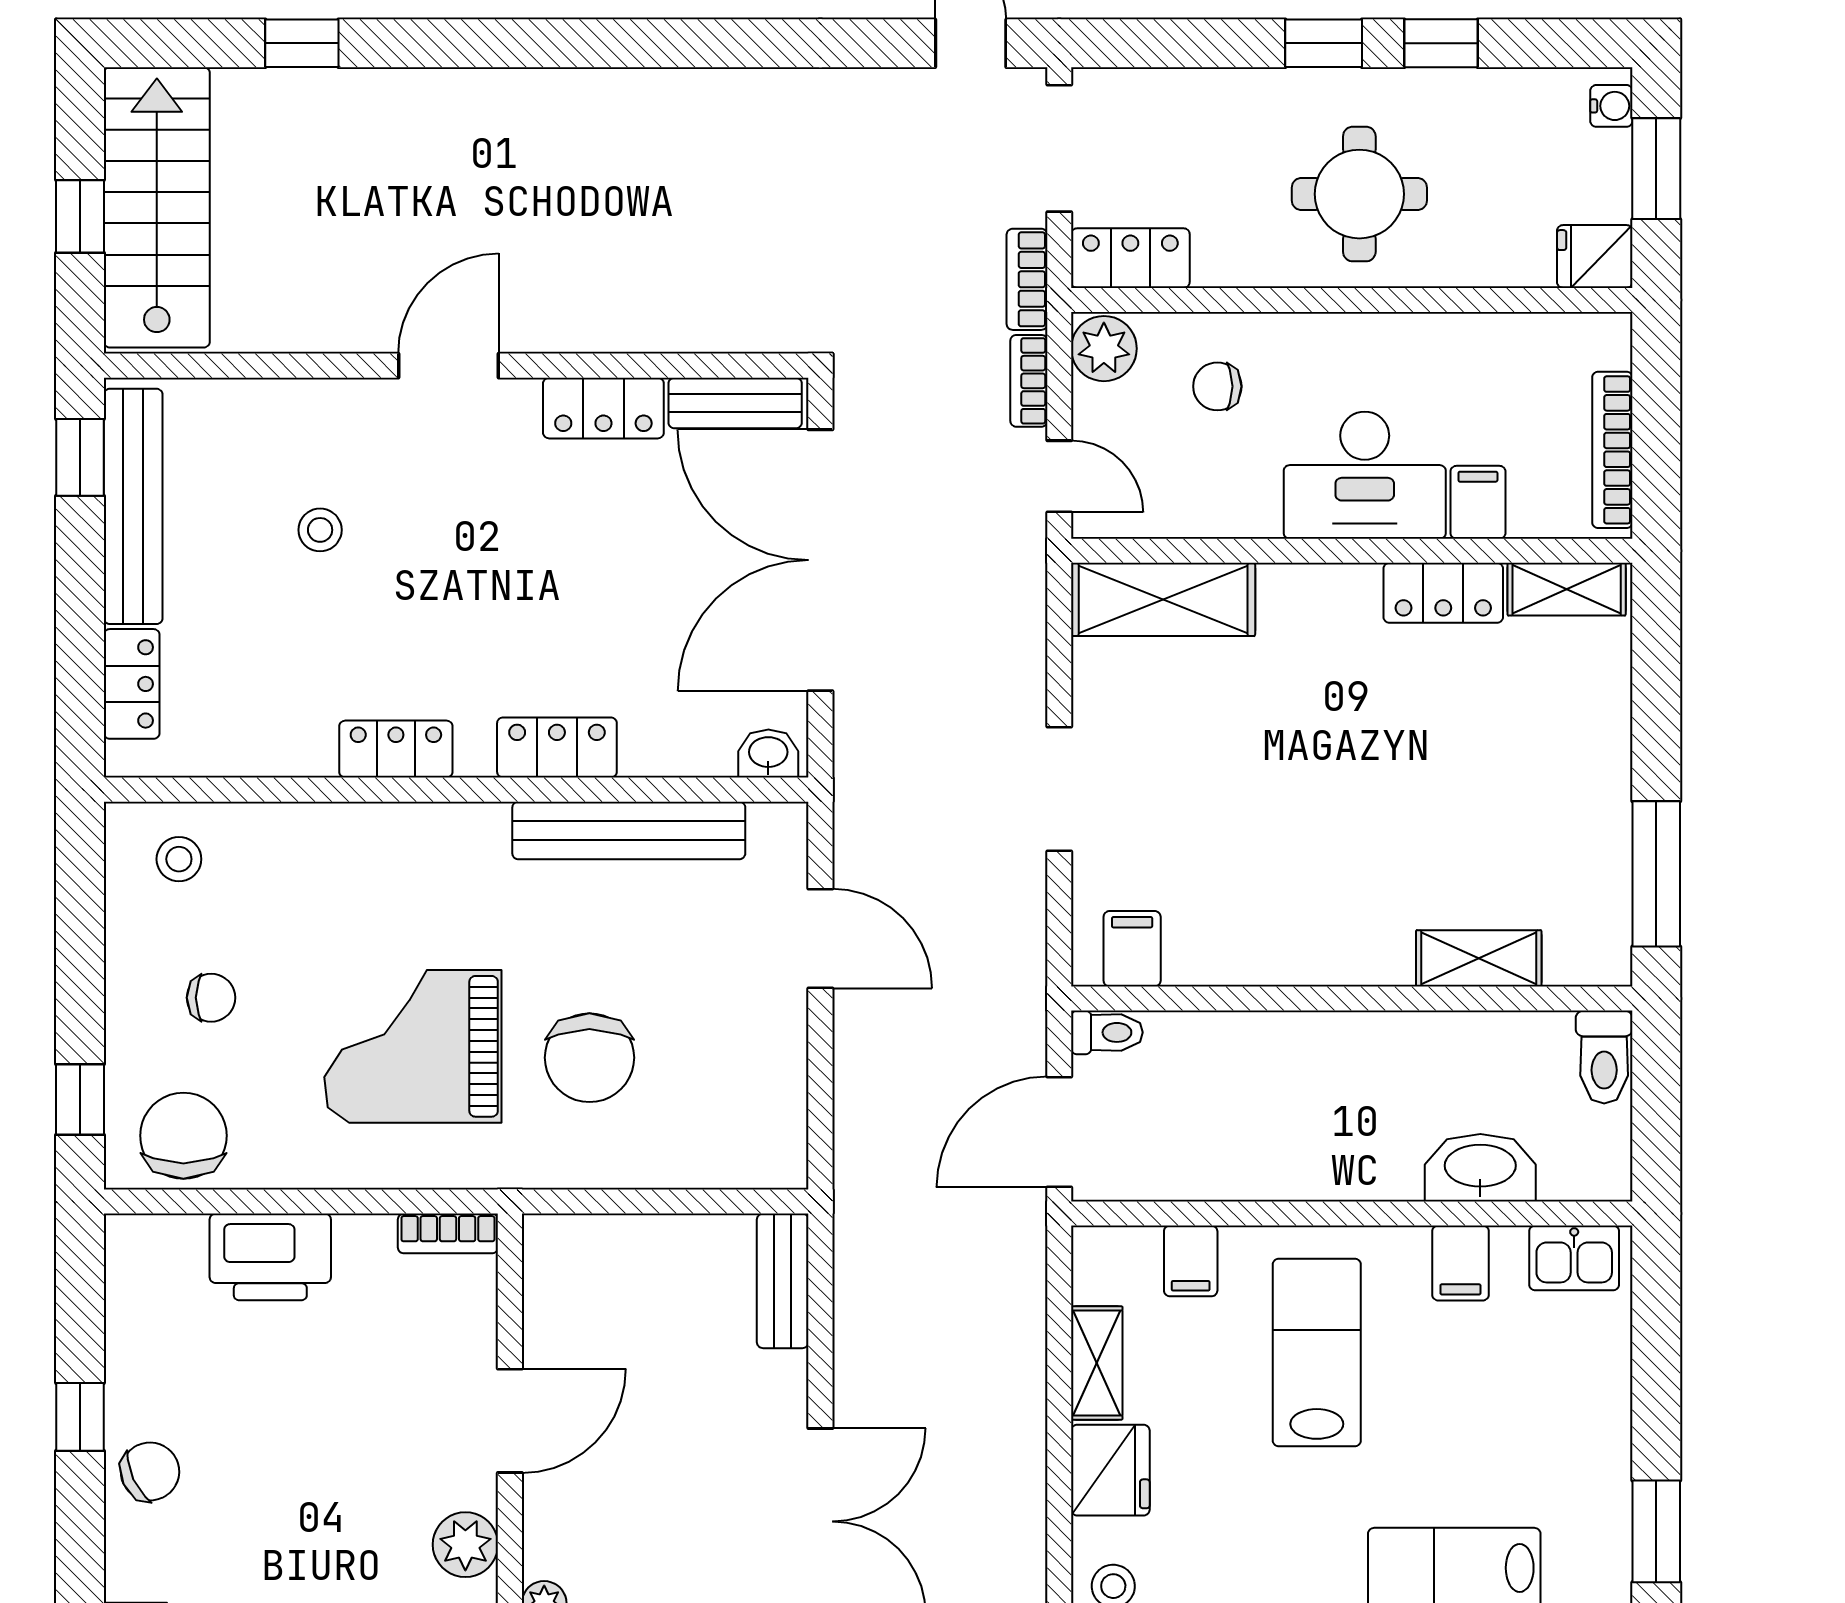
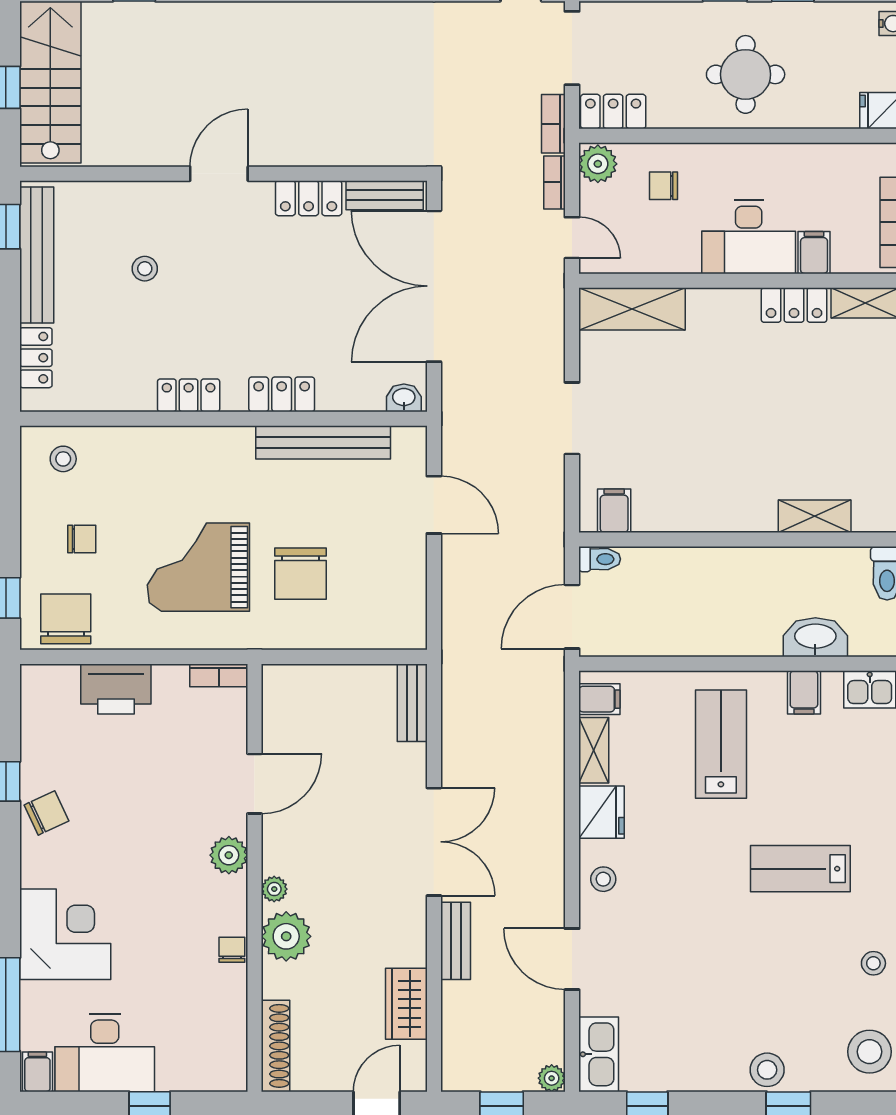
filing cabinet: (1191, 1261) -> (599, 699), moved, turned -90

